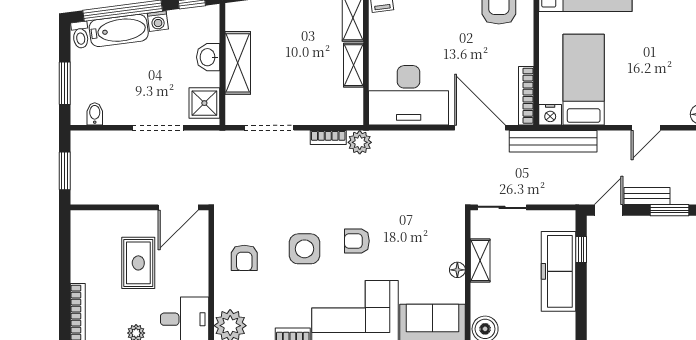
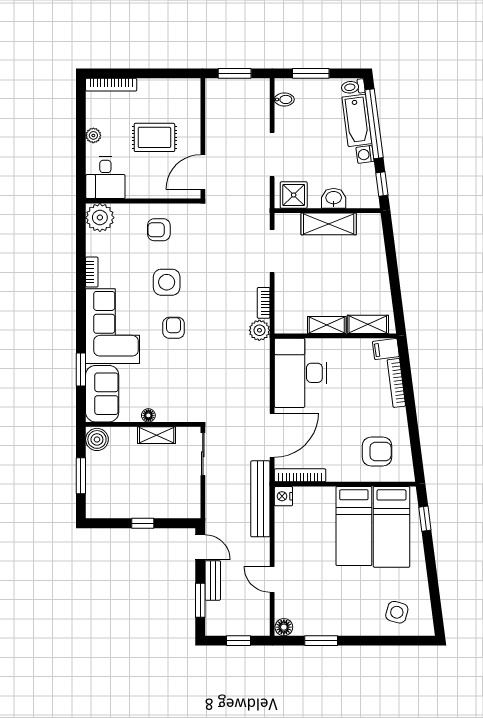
bed: (584, 80) -> (354, 526), moved, turned 90
door: (178, 207) -> (203, 172), hinge flipped
window: (581, 249) -> (143, 523), moved
freezer: (558, 271) -> (147, 503), removed

